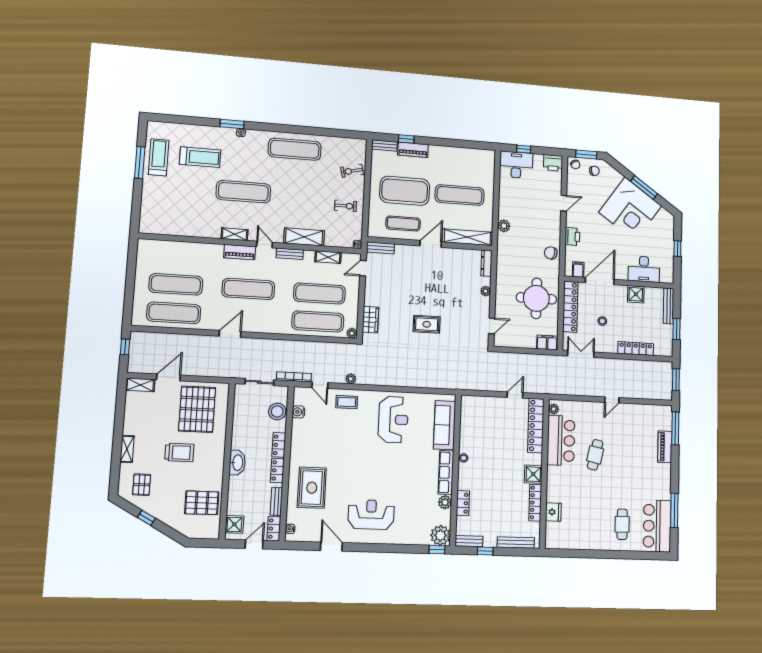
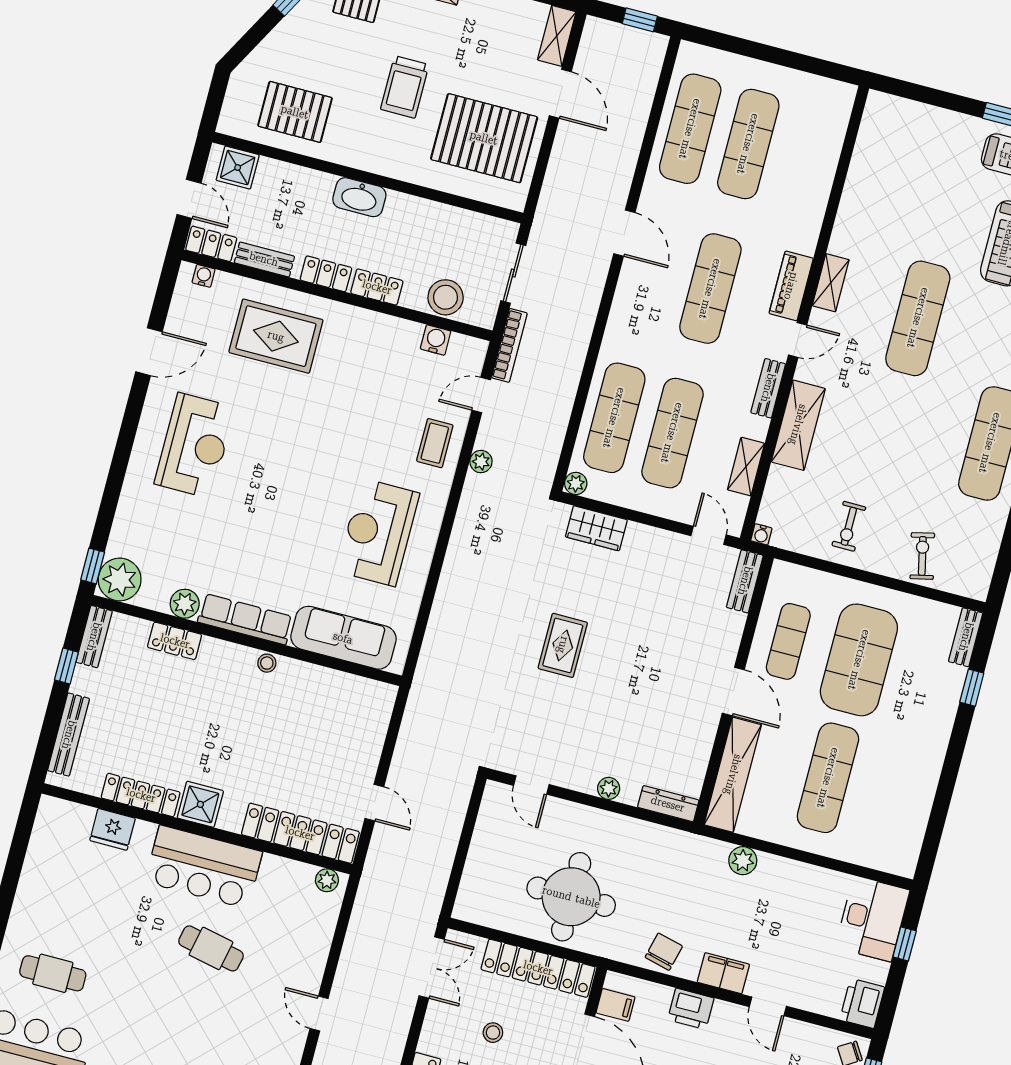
piano: (413, 150) -> (946, 697), removed
filing cabinet: (547, 343) -> (723, 973), moved, turned -90
reception desk: (393, 420) -> (378, 532), turned 90
bar counter: (561, 440) -> (204, 867), moved
pallet: (202, 503) -> (295, 112), turned 90

